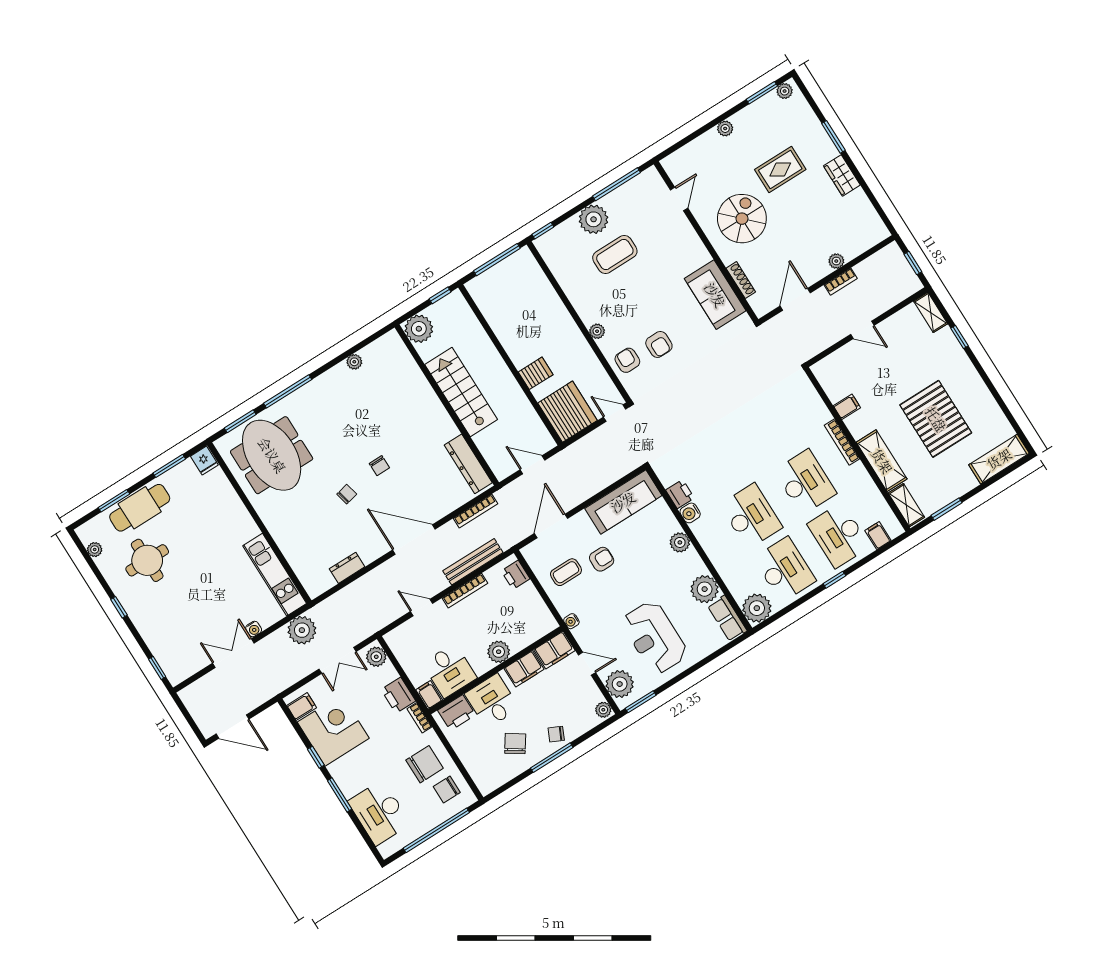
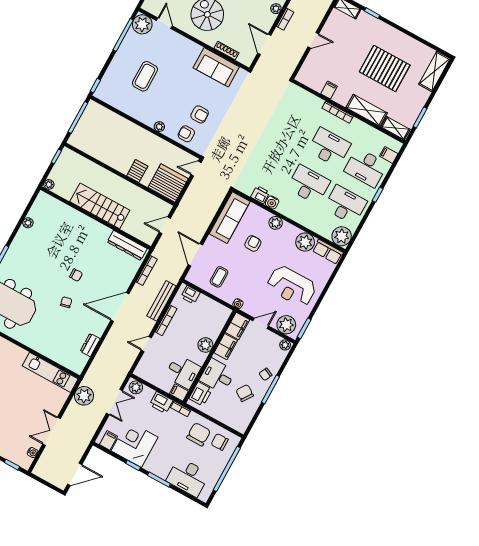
plant: (594, 219) -> (142, 24), moved
plant: (419, 329) -> (49, 184), width x0.53, depth x0.53
armchair: (602, 559) -> (253, 243), moved
water cooler: (254, 629) -> (32, 453), moved
chair: (447, 790) -> (220, 442), turned 90

